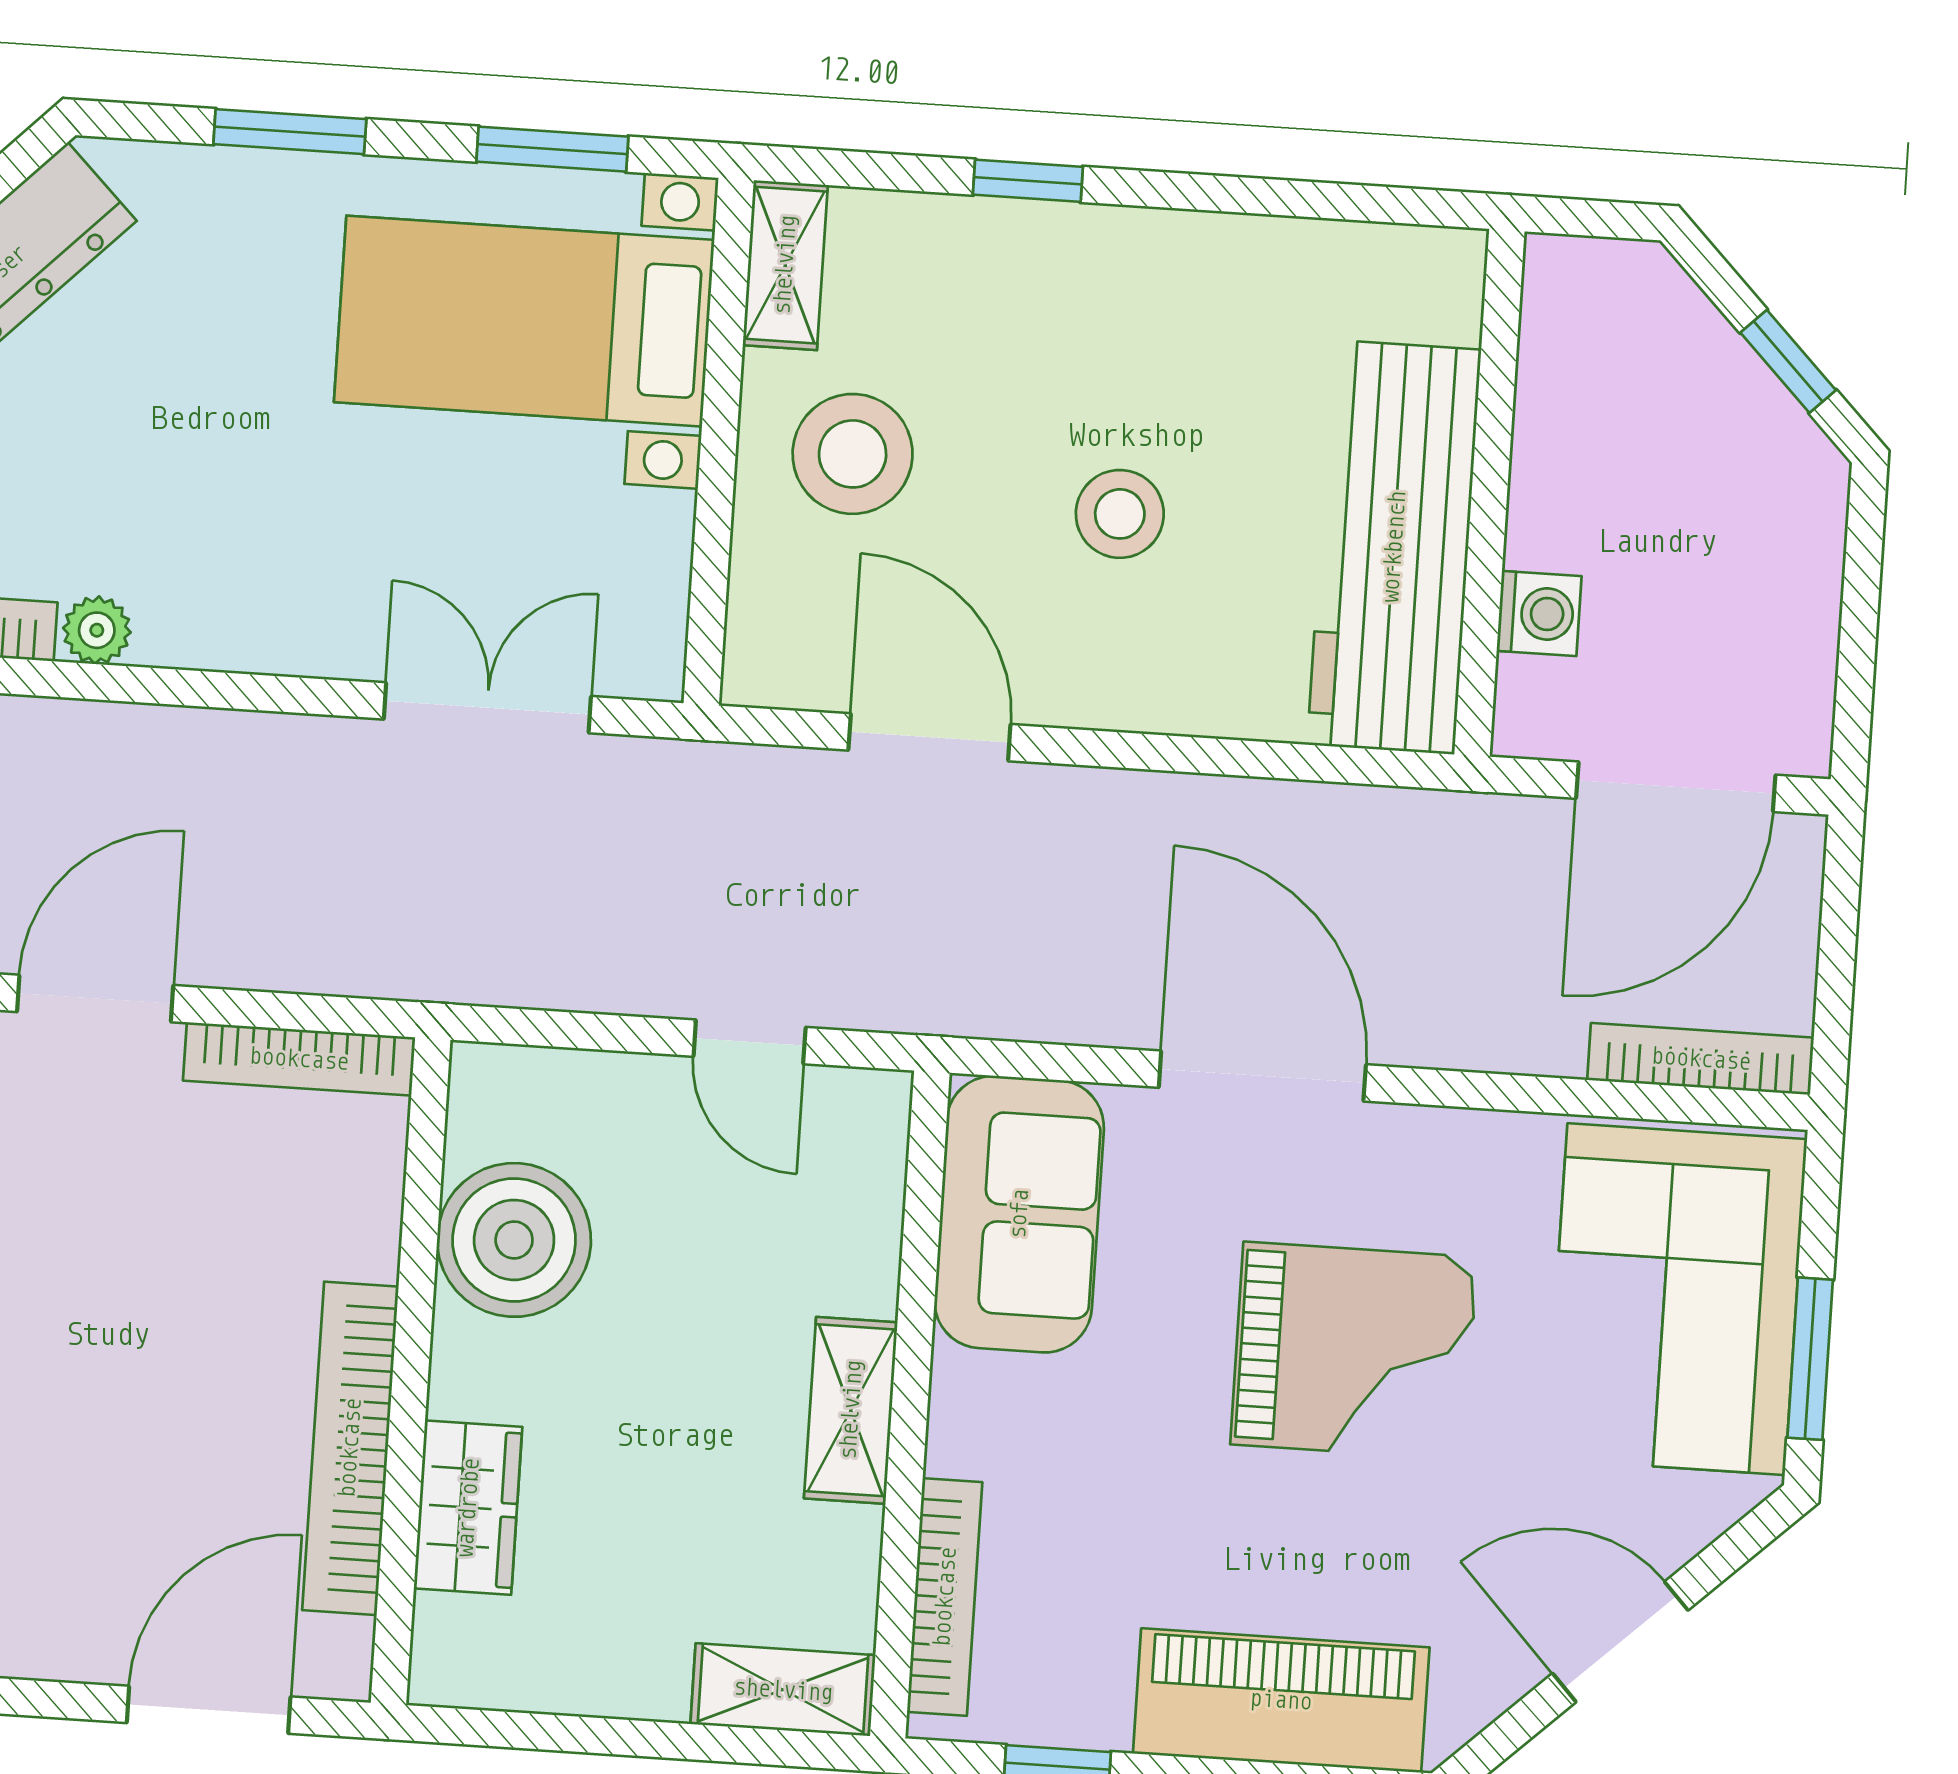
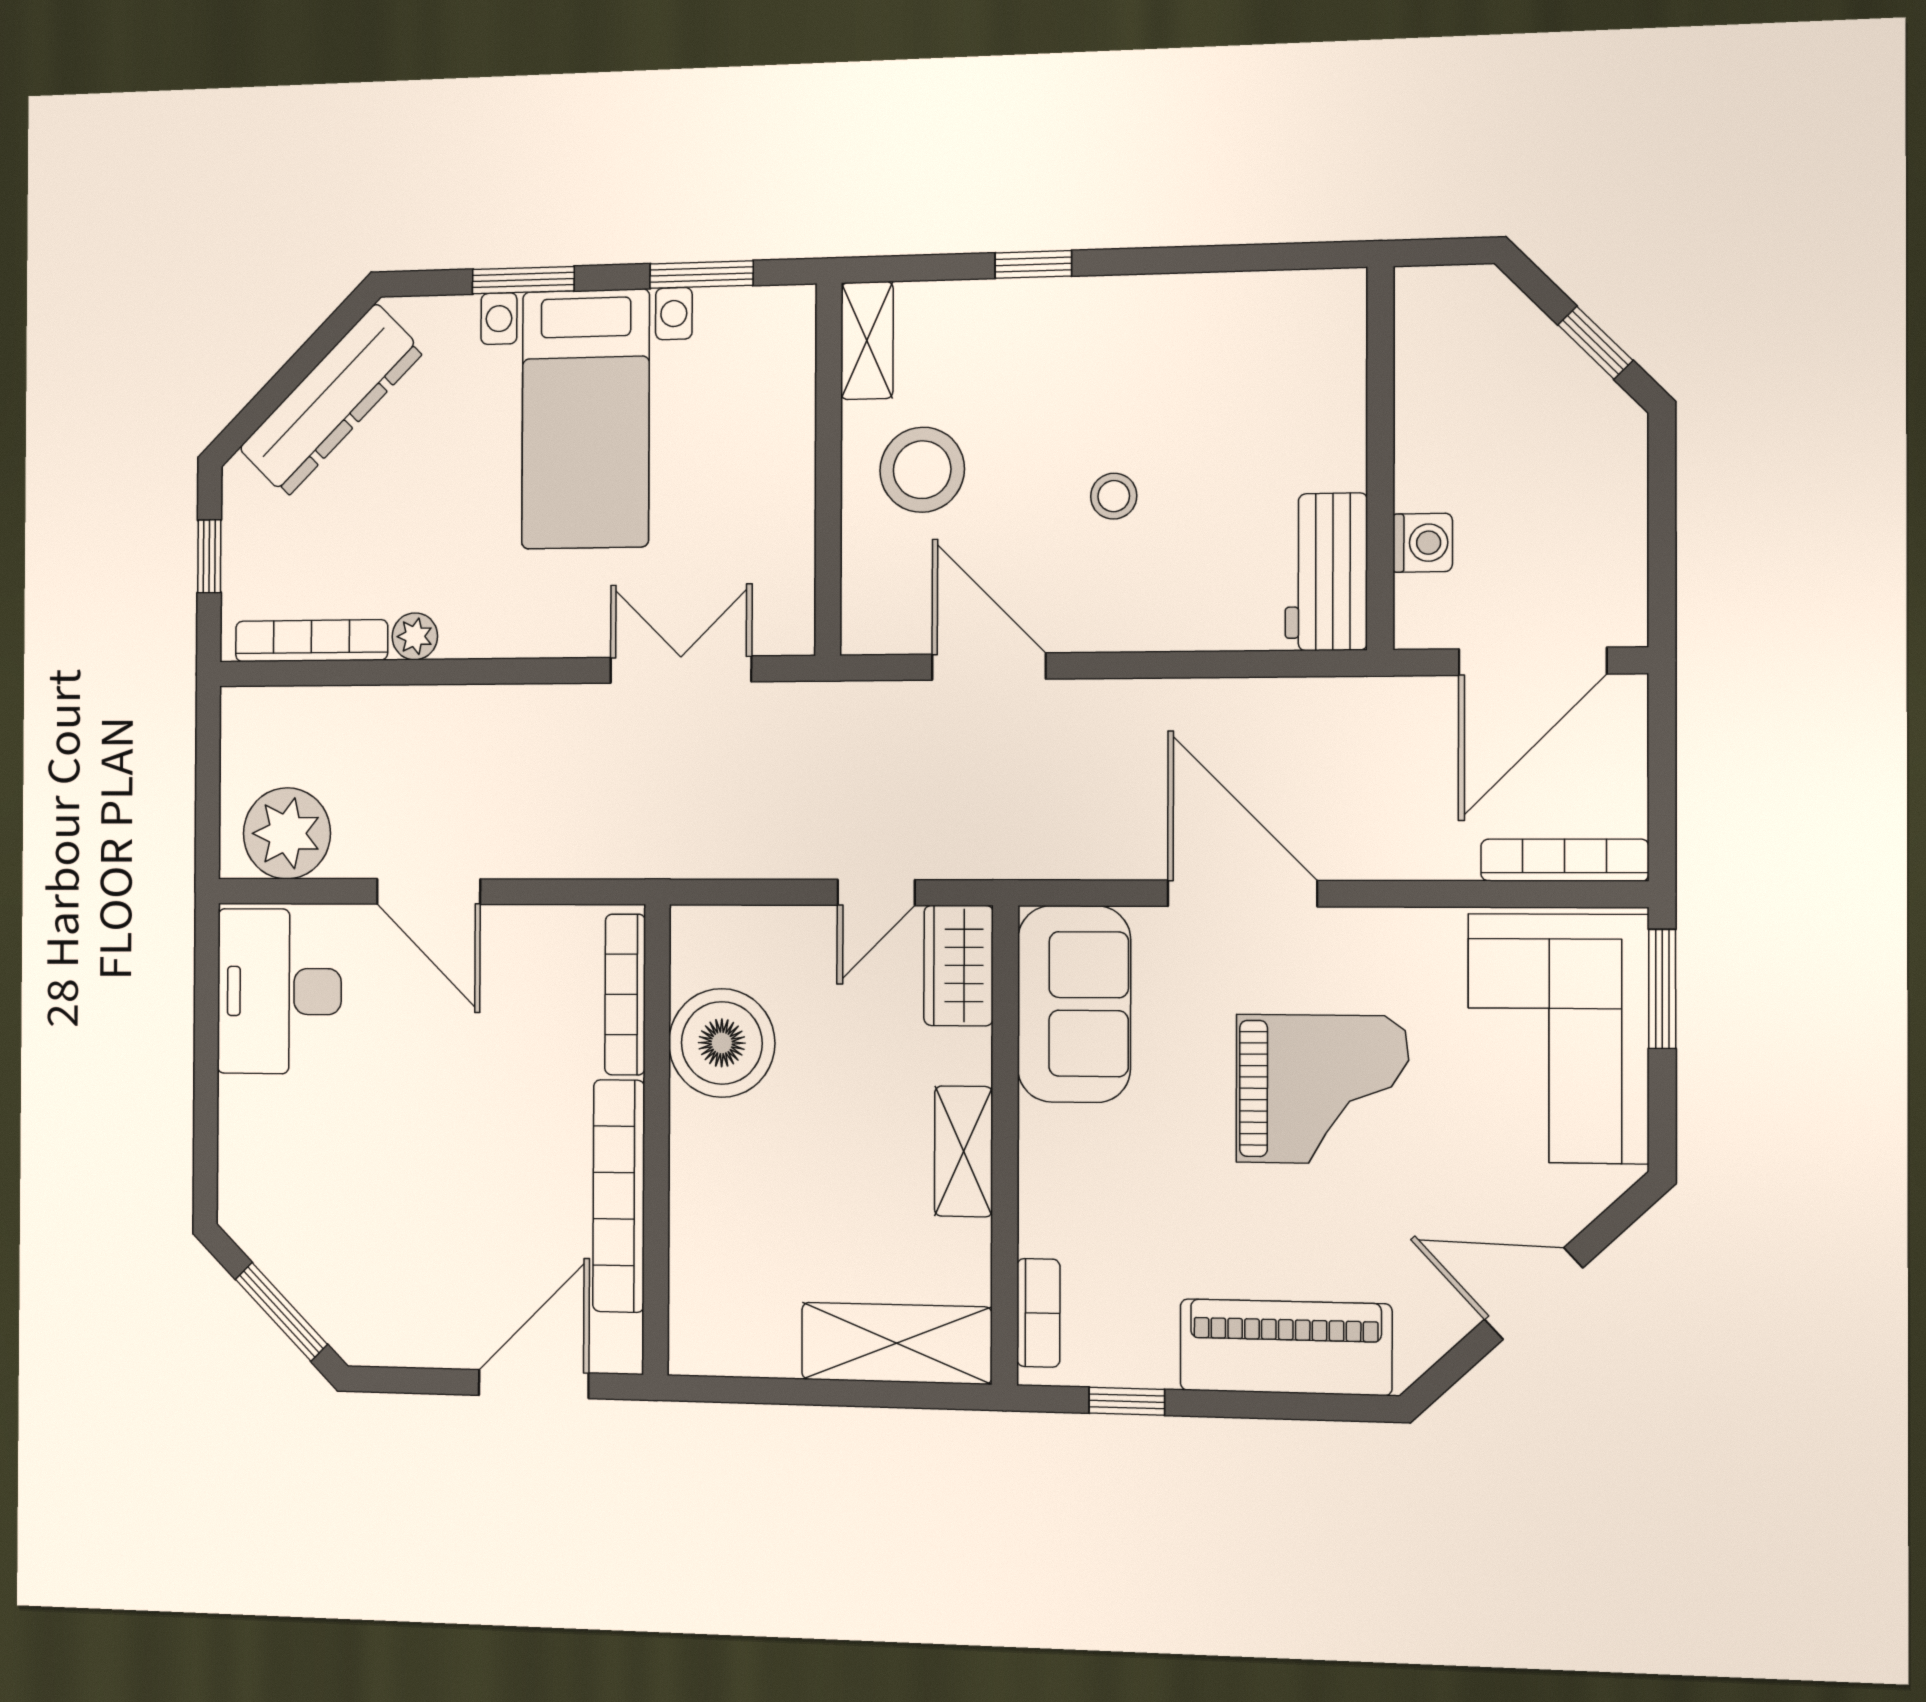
bed with nightstands: (524, 321) -> (586, 419), moved, turned -90
stool: (1120, 514) -> (1114, 496), width x0.73, depth x0.73
workbench: (1394, 547) -> (1326, 572), width x0.53, depth x0.76
door: (95, 998) -> (429, 891), swing flipped
door: (750, 1042) -> (876, 893), hinge flipped
bookcase: (299, 1059) -> (625, 995), moved, turned 90
window: (1810, 1359) -> (1662, 989), moved
wardrobe: (468, 1508) -> (959, 966), moved, turned 180
bookcase: (945, 1597) -> (1038, 1313), width x0.64
shelving: (783, 1690) -> (897, 1343), width x1.50, depth x1.33

